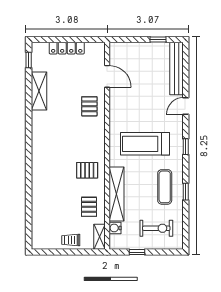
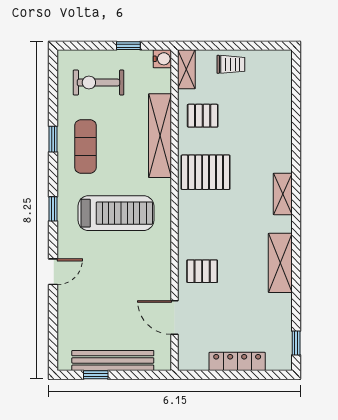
bench: (176, 69) -> (113, 360), moved, turned 90
shelving: (39, 91) -> (280, 263), moved
pallet: (89, 106) -> (202, 271), turned 90
shelving: (37, 156) -> (283, 194), added
pallet: (87, 170) -> (206, 172), width x1.50, depth x1.42
pallet: (89, 207) -> (203, 116), turned 90
water cooler: (115, 228) -> (162, 59), moved

